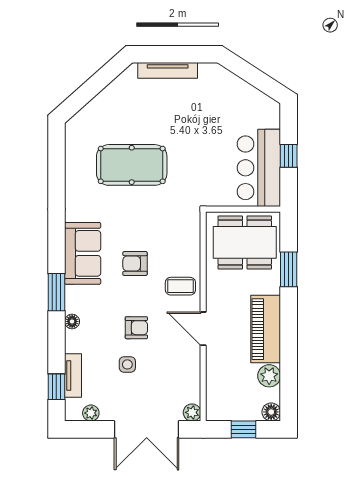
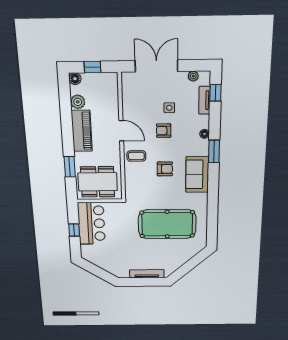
pool table: (132, 165) -> (167, 224), width x1.36, depth x1.32
plant: (192, 412) -> (127, 78), removed

